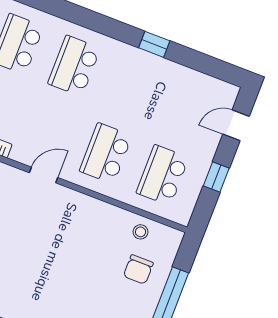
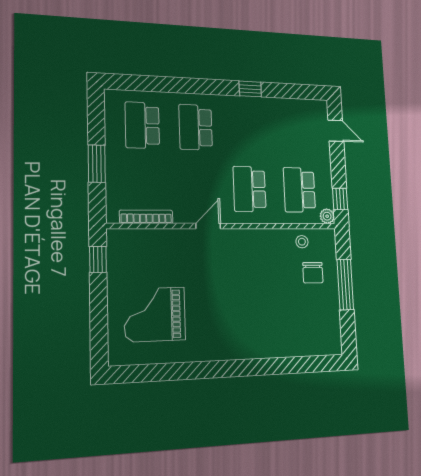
door: (236, 125) -> (336, 131), swing flipped
window: (216, 177) -> (340, 199), moved
plant: (182, 216) -> (327, 216), added

